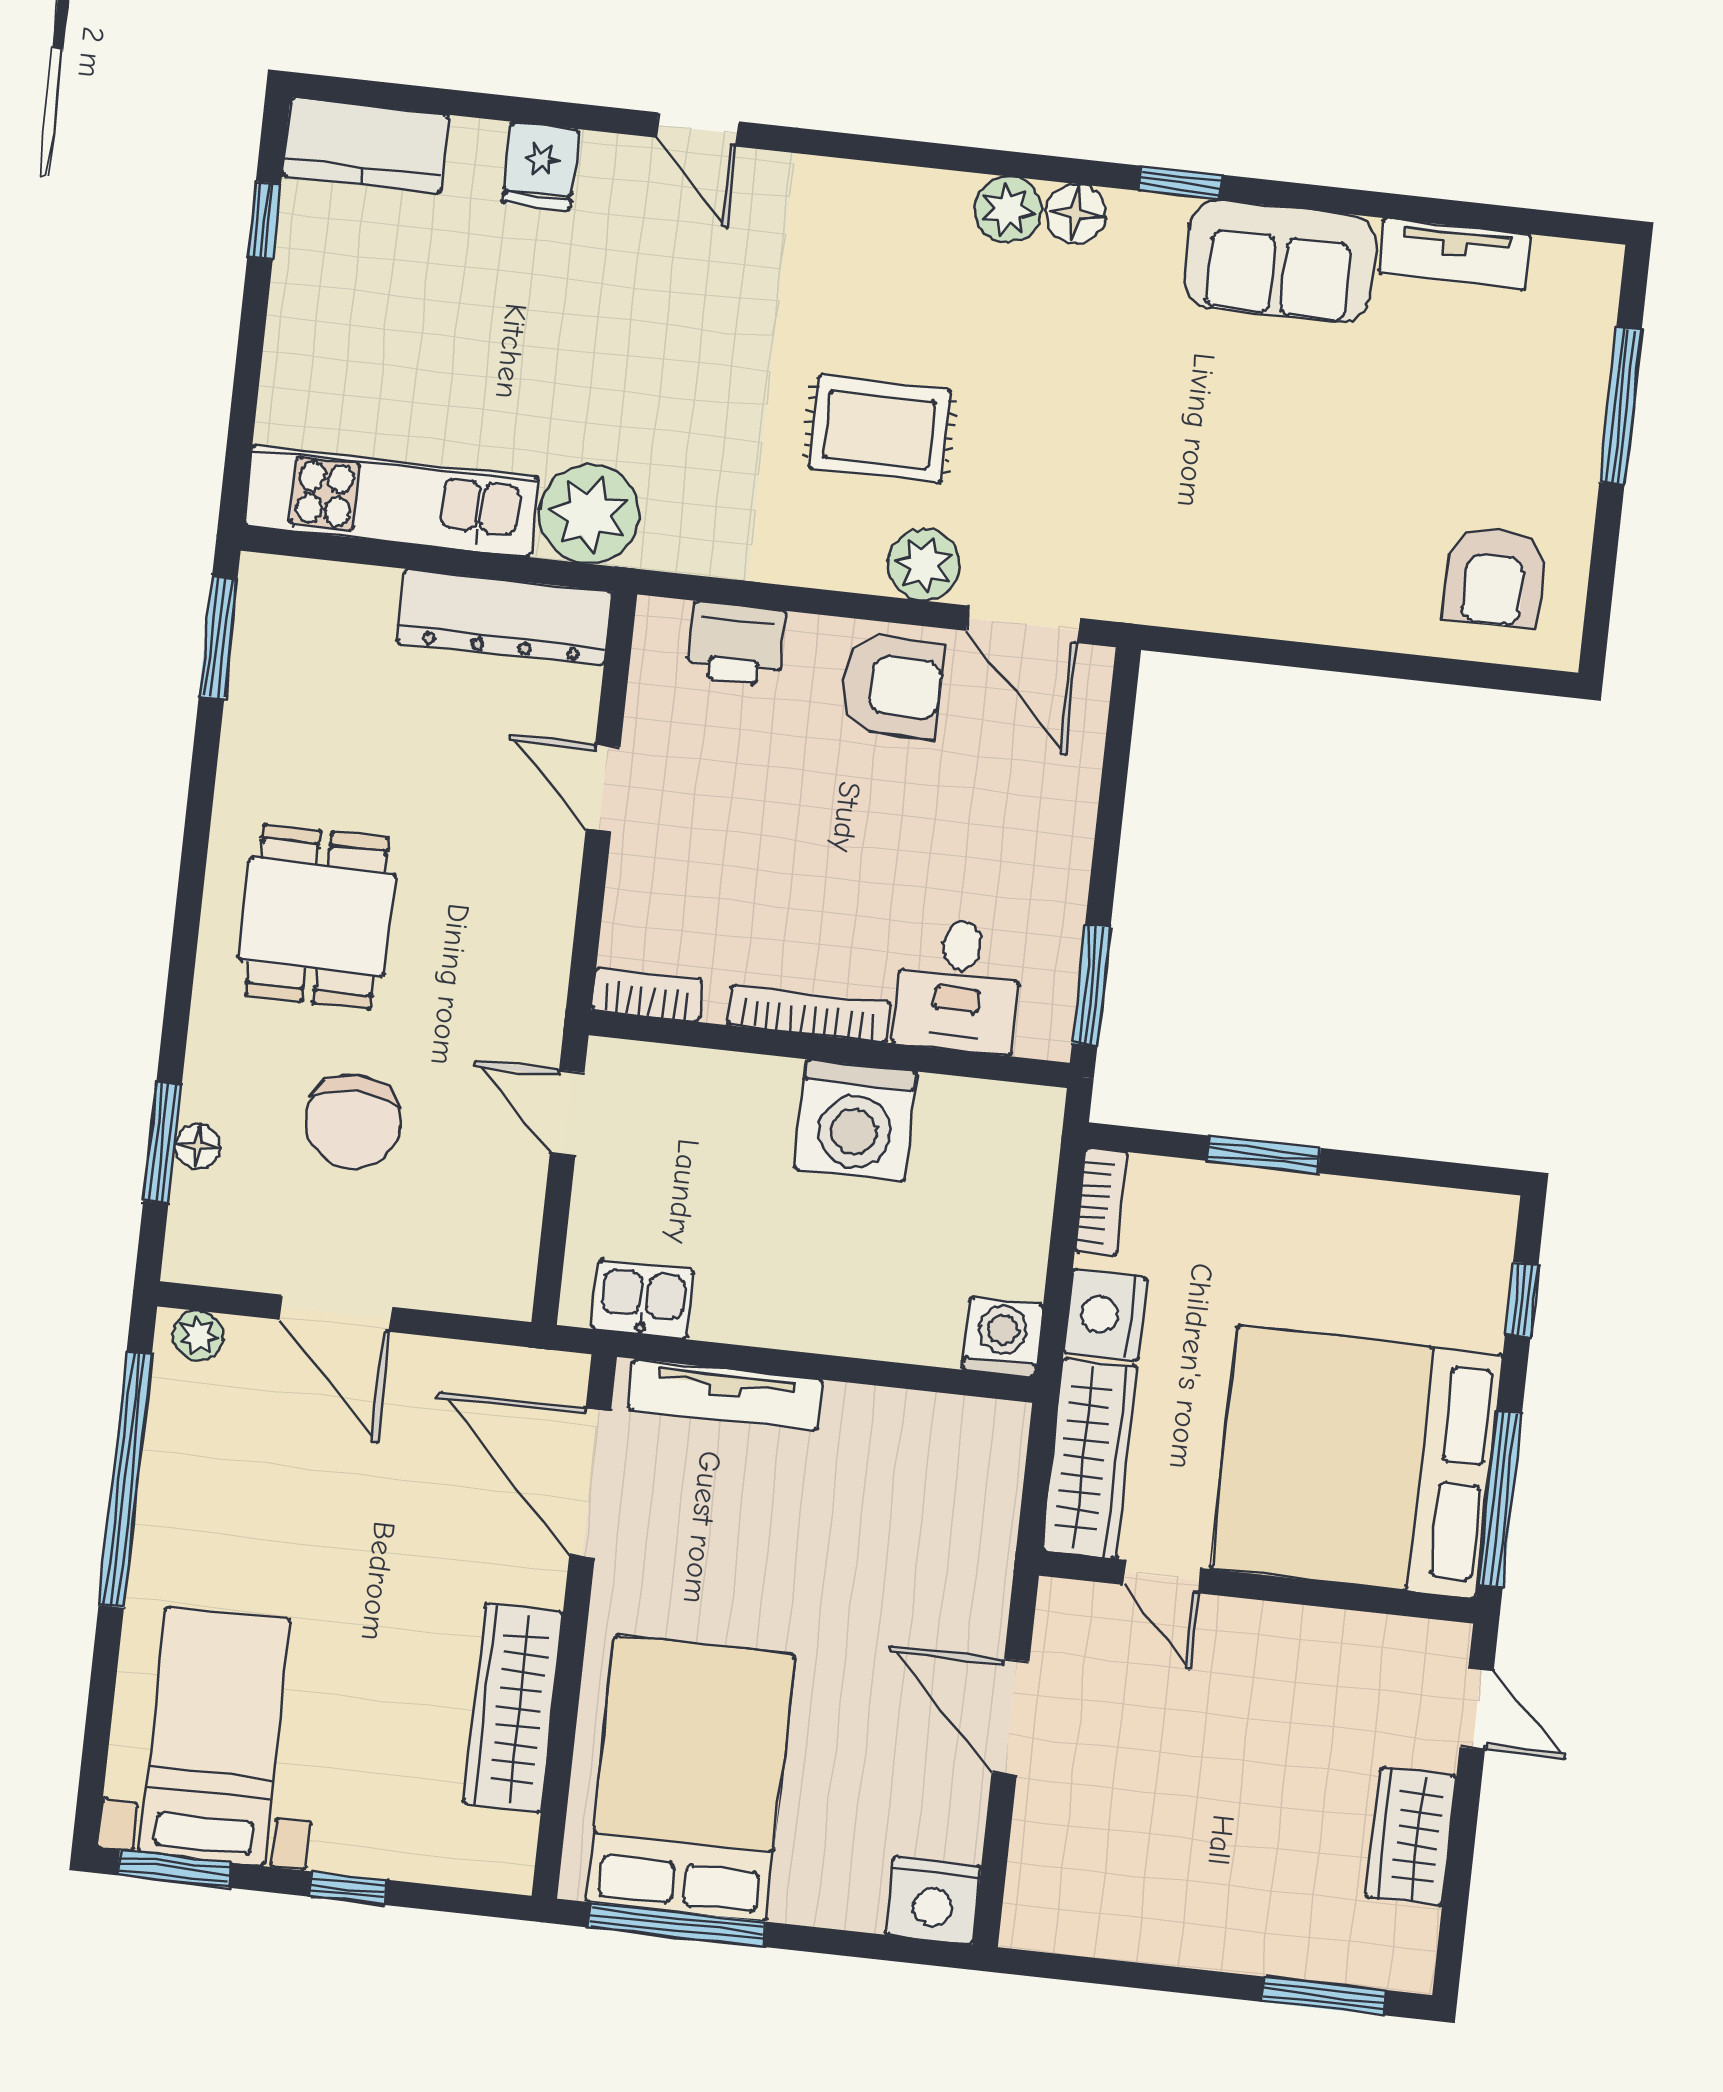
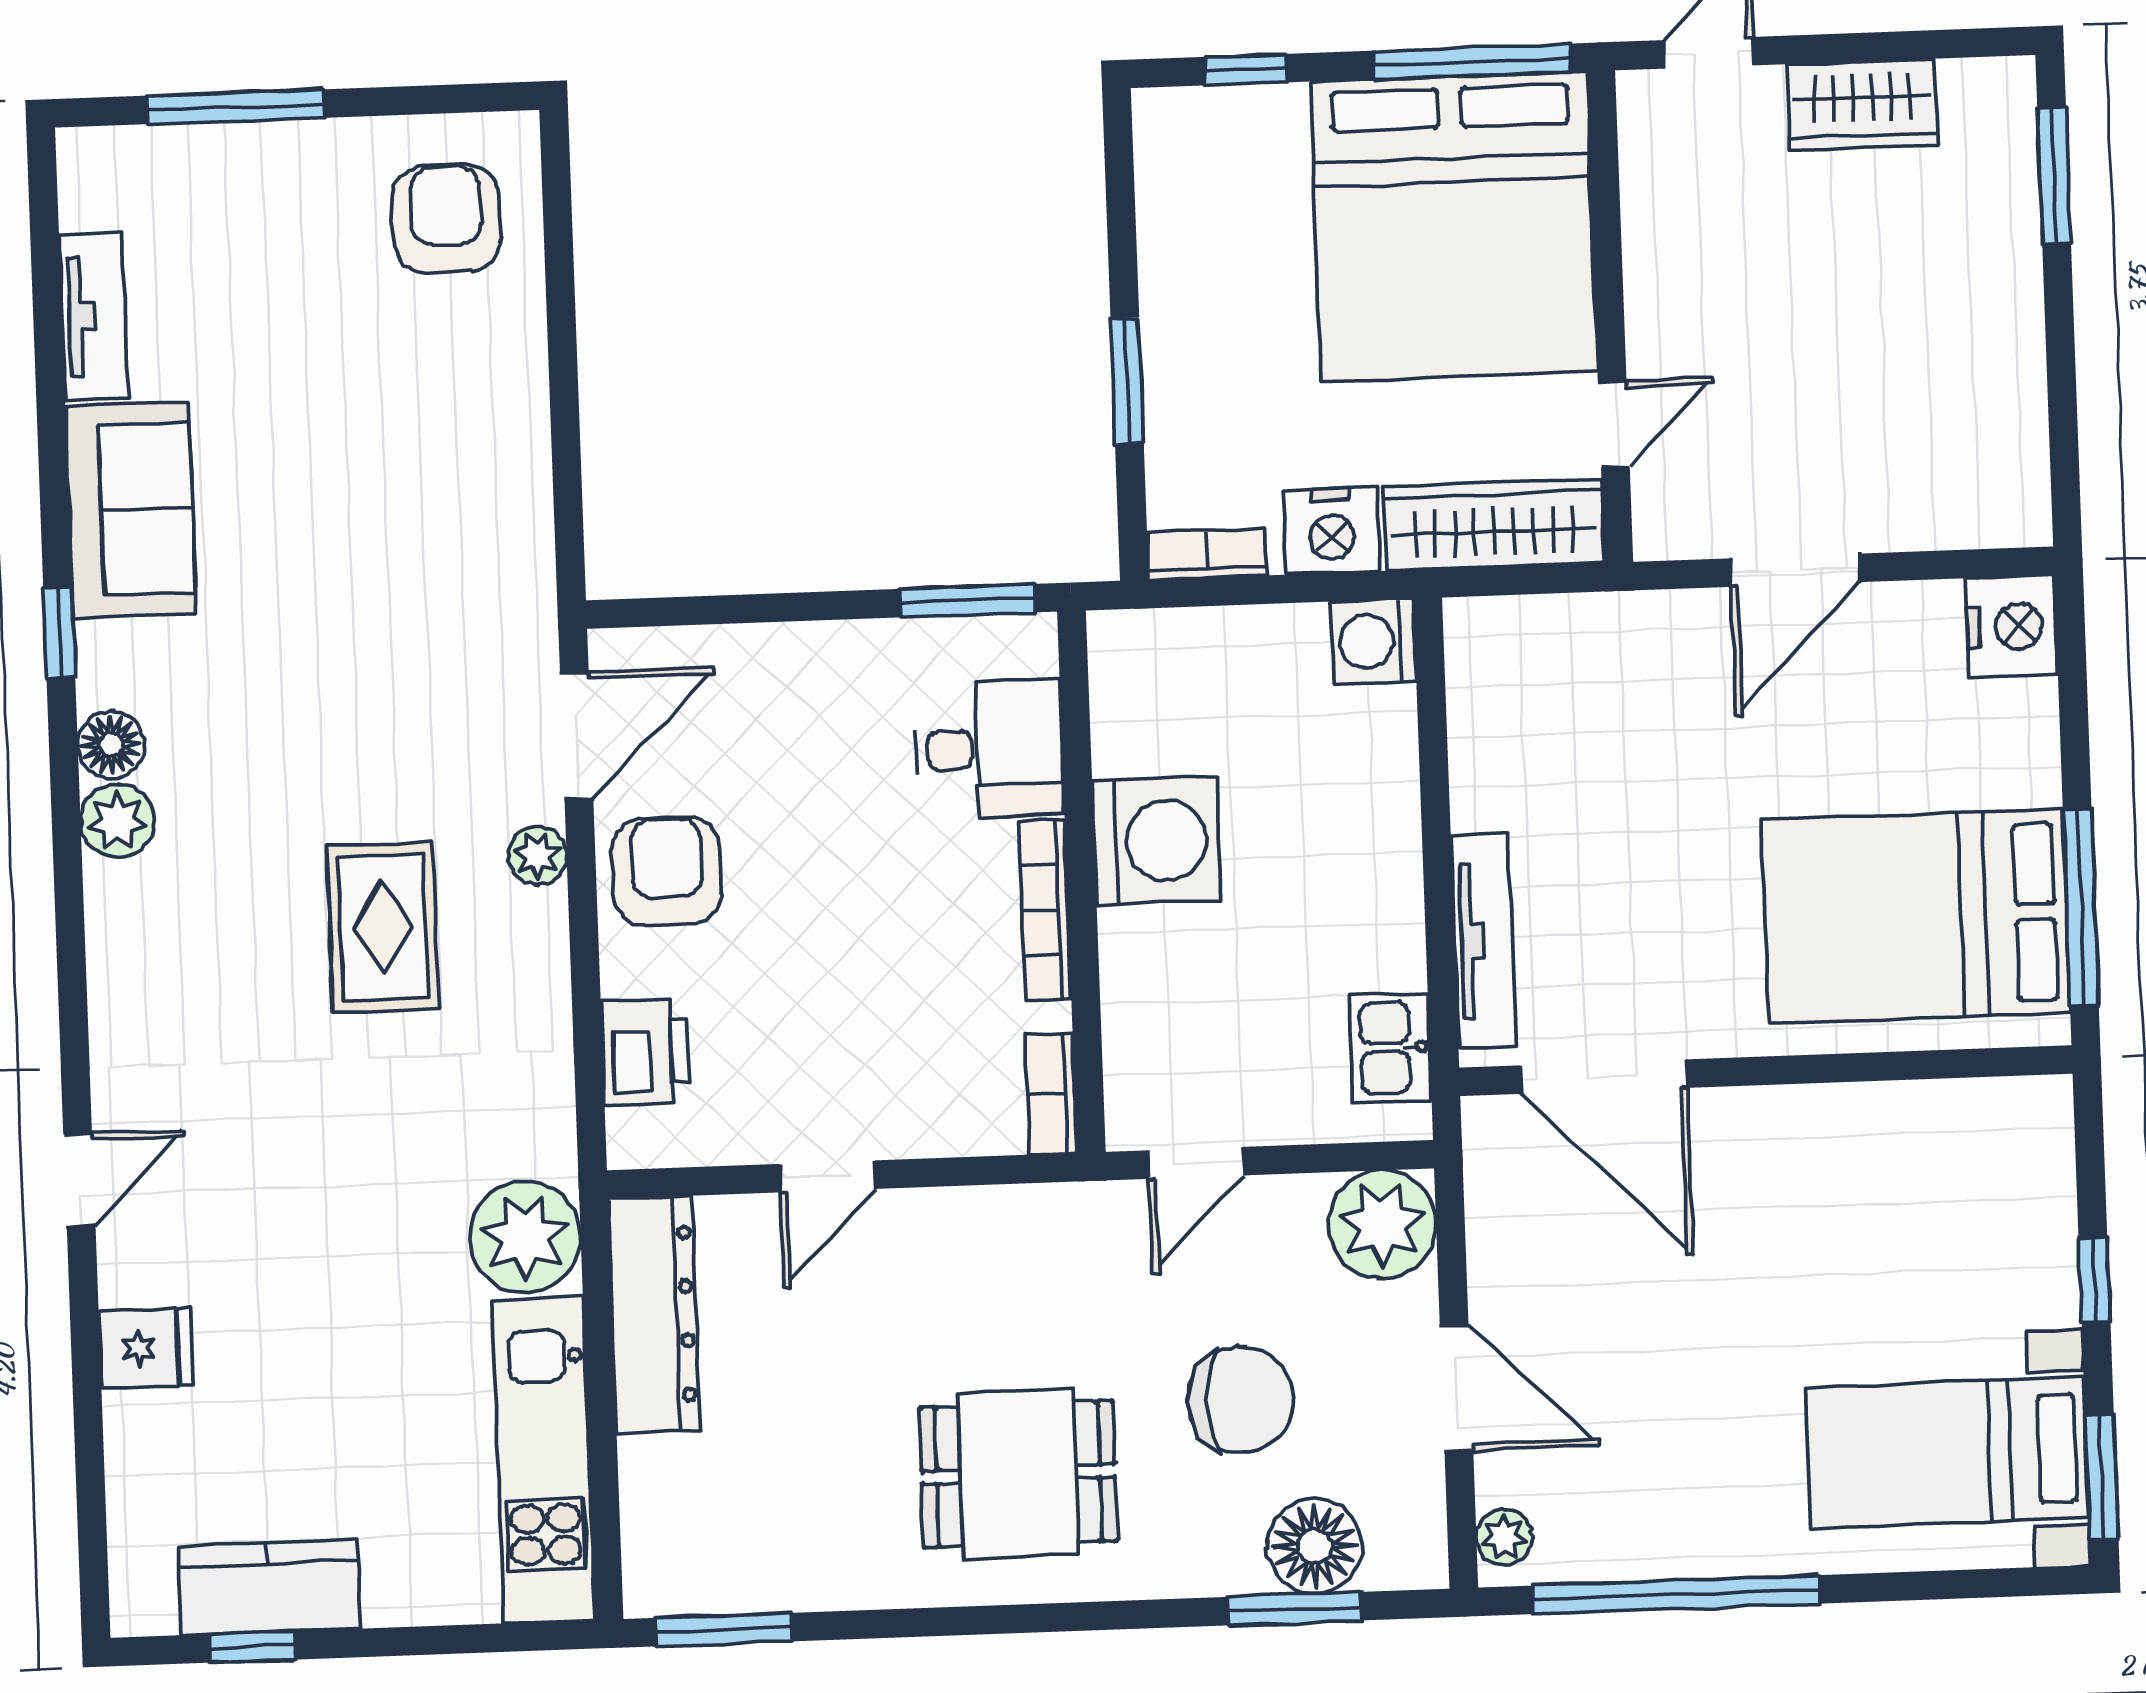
kitchen counter: (365, 146) -> (269, 1587), moved, turned -90
plant: (924, 565) -> (537, 856), width x0.73, depth x0.73
armchair: (1495, 577) -> (446, 219), turned -90
floor lamp: (197, 1146) -> (1315, 1546), width x1.89, depth x1.89
plant: (489, 1269) -> (1382, 1224), added
door: (336, 1313) -> (1457, 1388), hinge flipped
door: (590, 1483) -> (1604, 1077), hinge flipped
wardrobe: (513, 1708) -> (1867, 1125), removed

